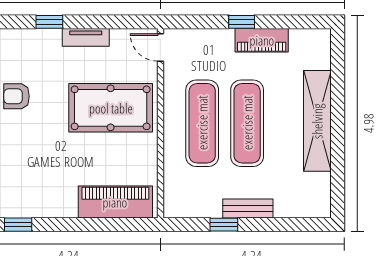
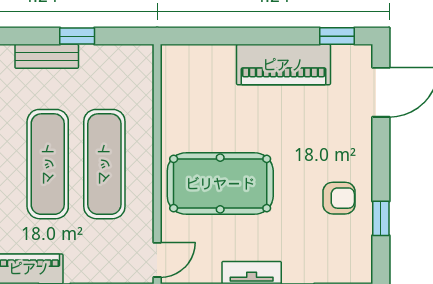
door: (160, 47) -> (157, 260), hinge flipped
piano: (115, 202) -> (283, 65), moved

